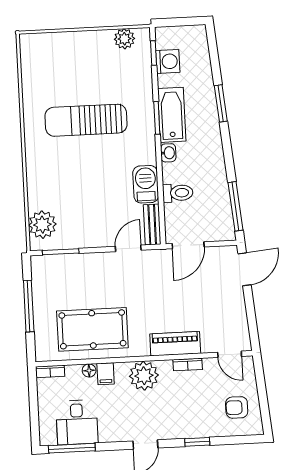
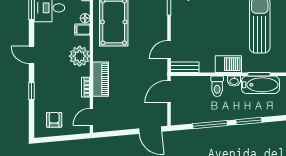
window: (221, 103) -> (249, 121), moved
barbecue: (146, 184) -> (228, 64), moved
toilet: (178, 193) -> (217, 86), moved
window: (236, 206) -> (210, 125), moved
door: (188, 245) -> (169, 92), hinge flipped
door: (128, 248) -> (169, 50), swing flipped

